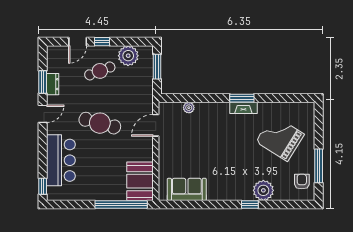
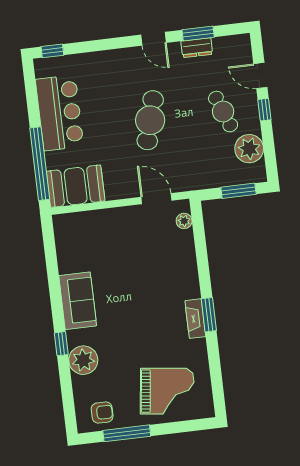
plant: (189, 108) -> (184, 221), moved
grand piano: (280, 138) -> (167, 391), moved, turned 65
bar counter: (61, 160) -> (60, 113), moved, turned -90
sofa: (187, 189) -> (78, 301), moved

